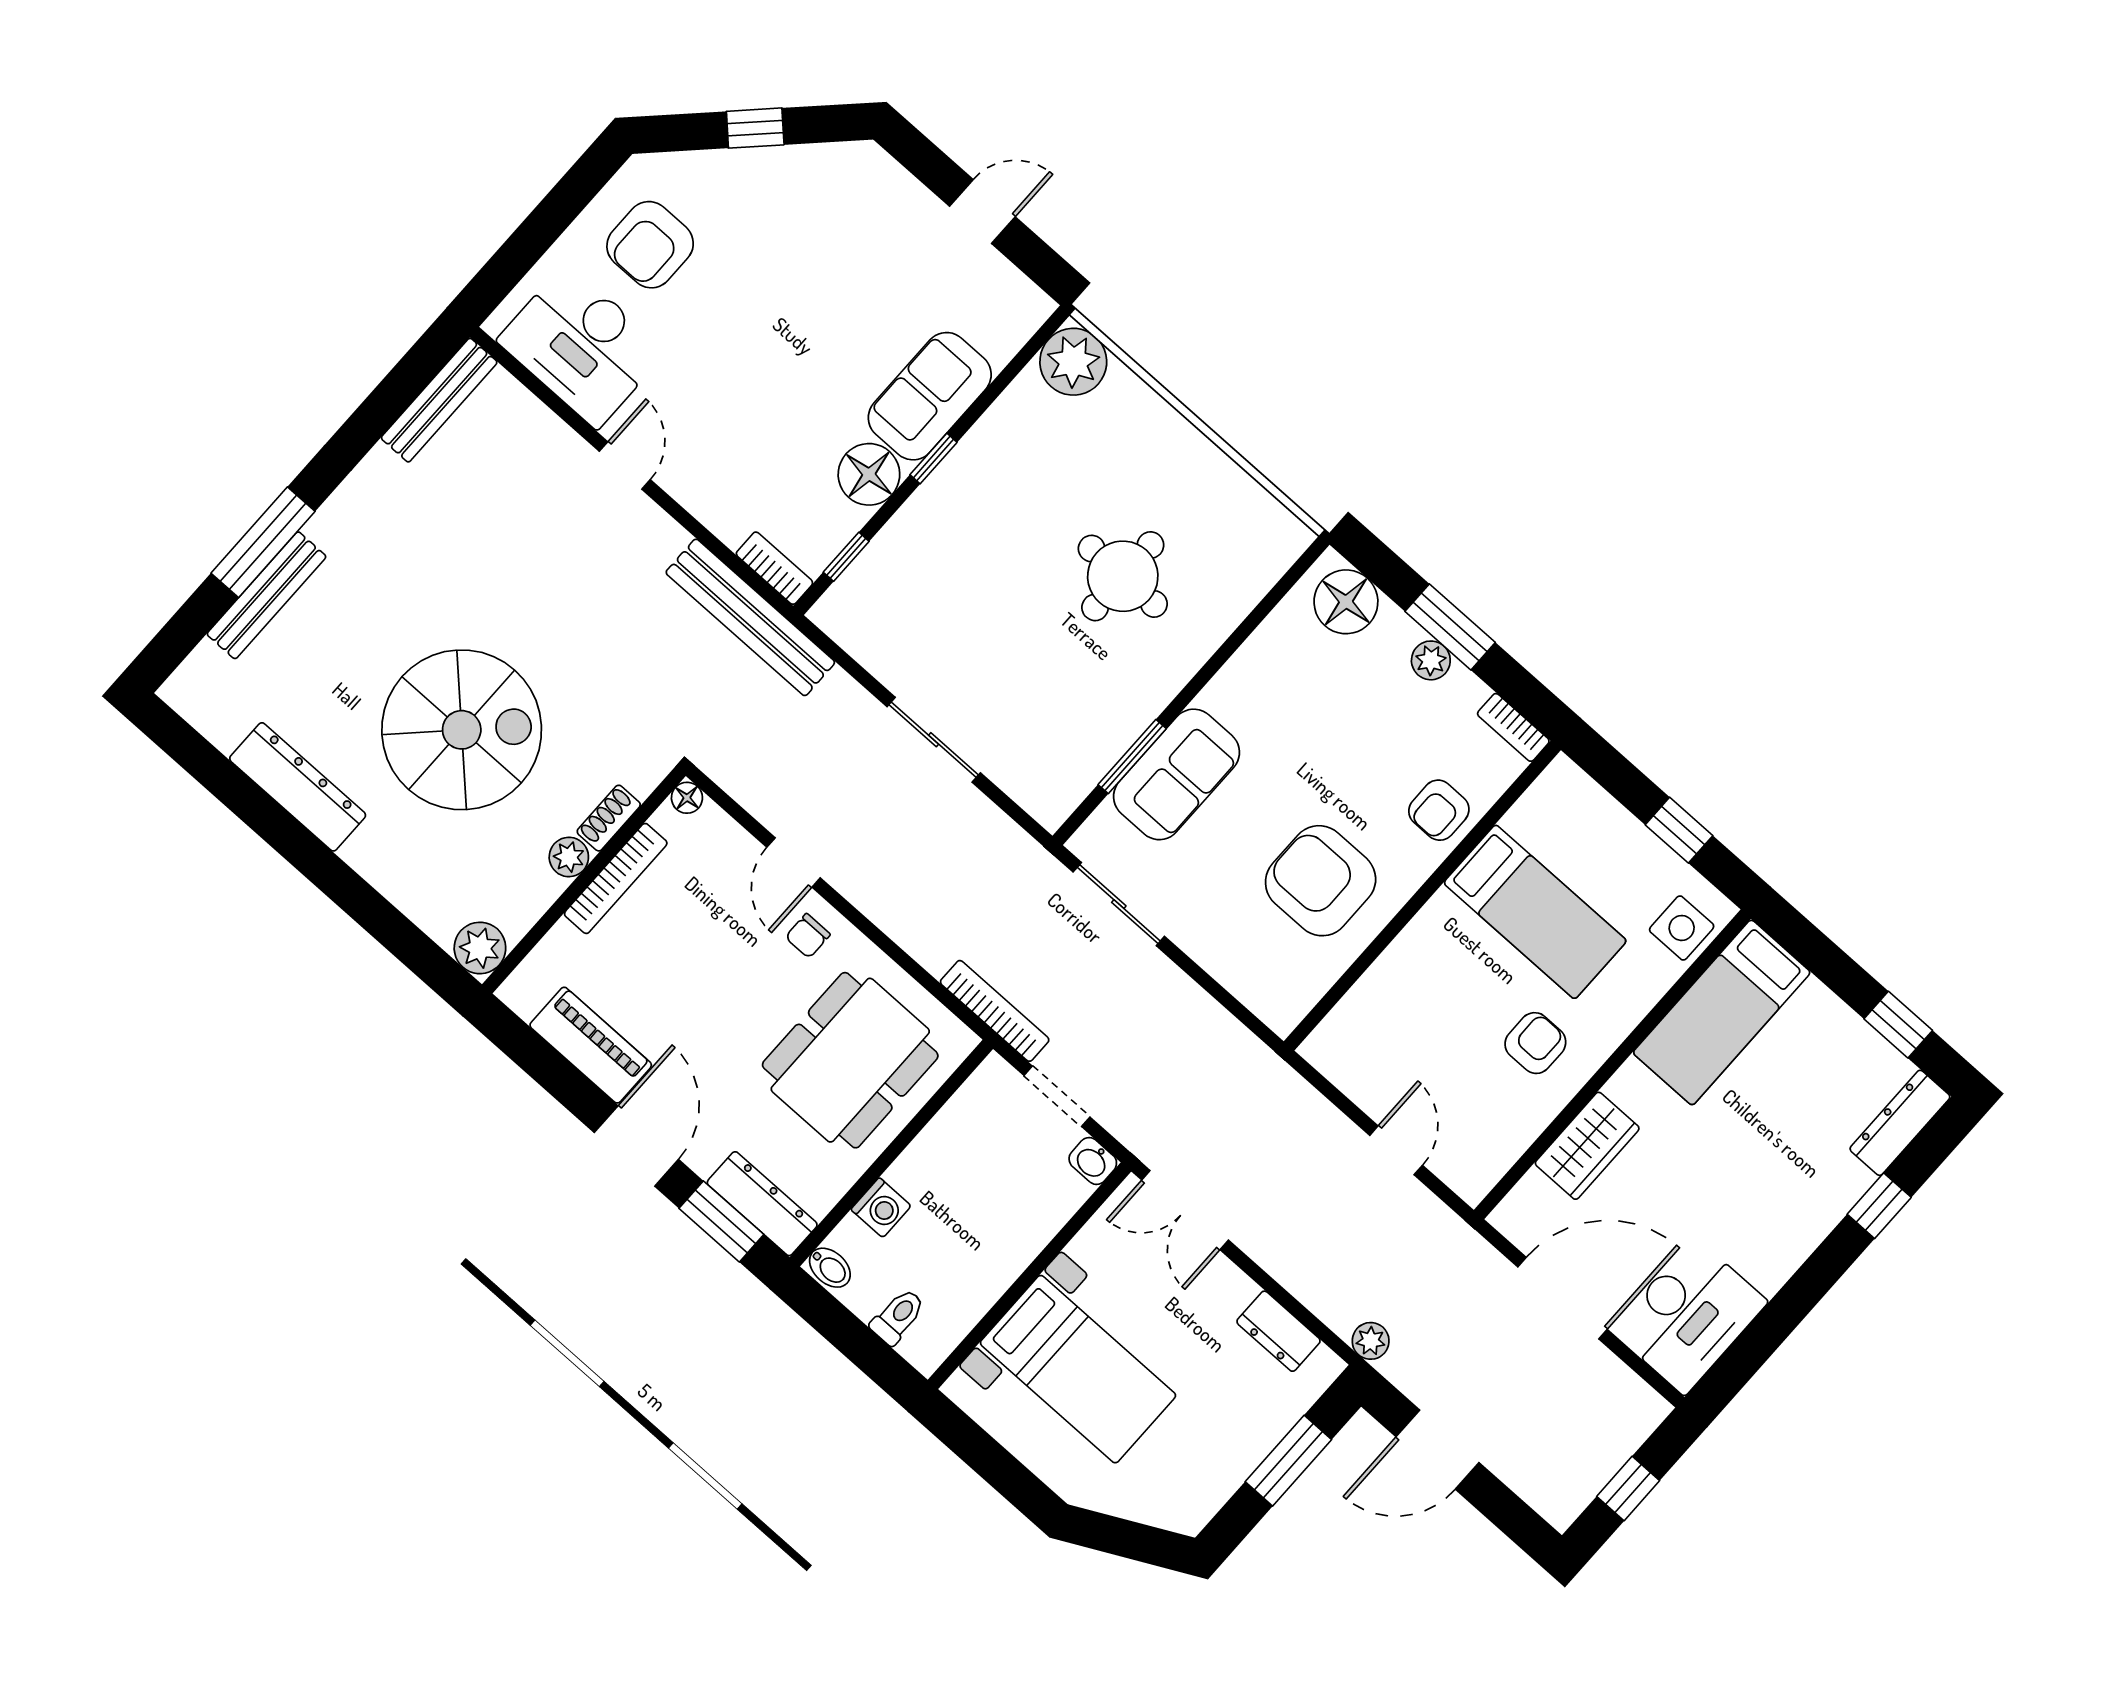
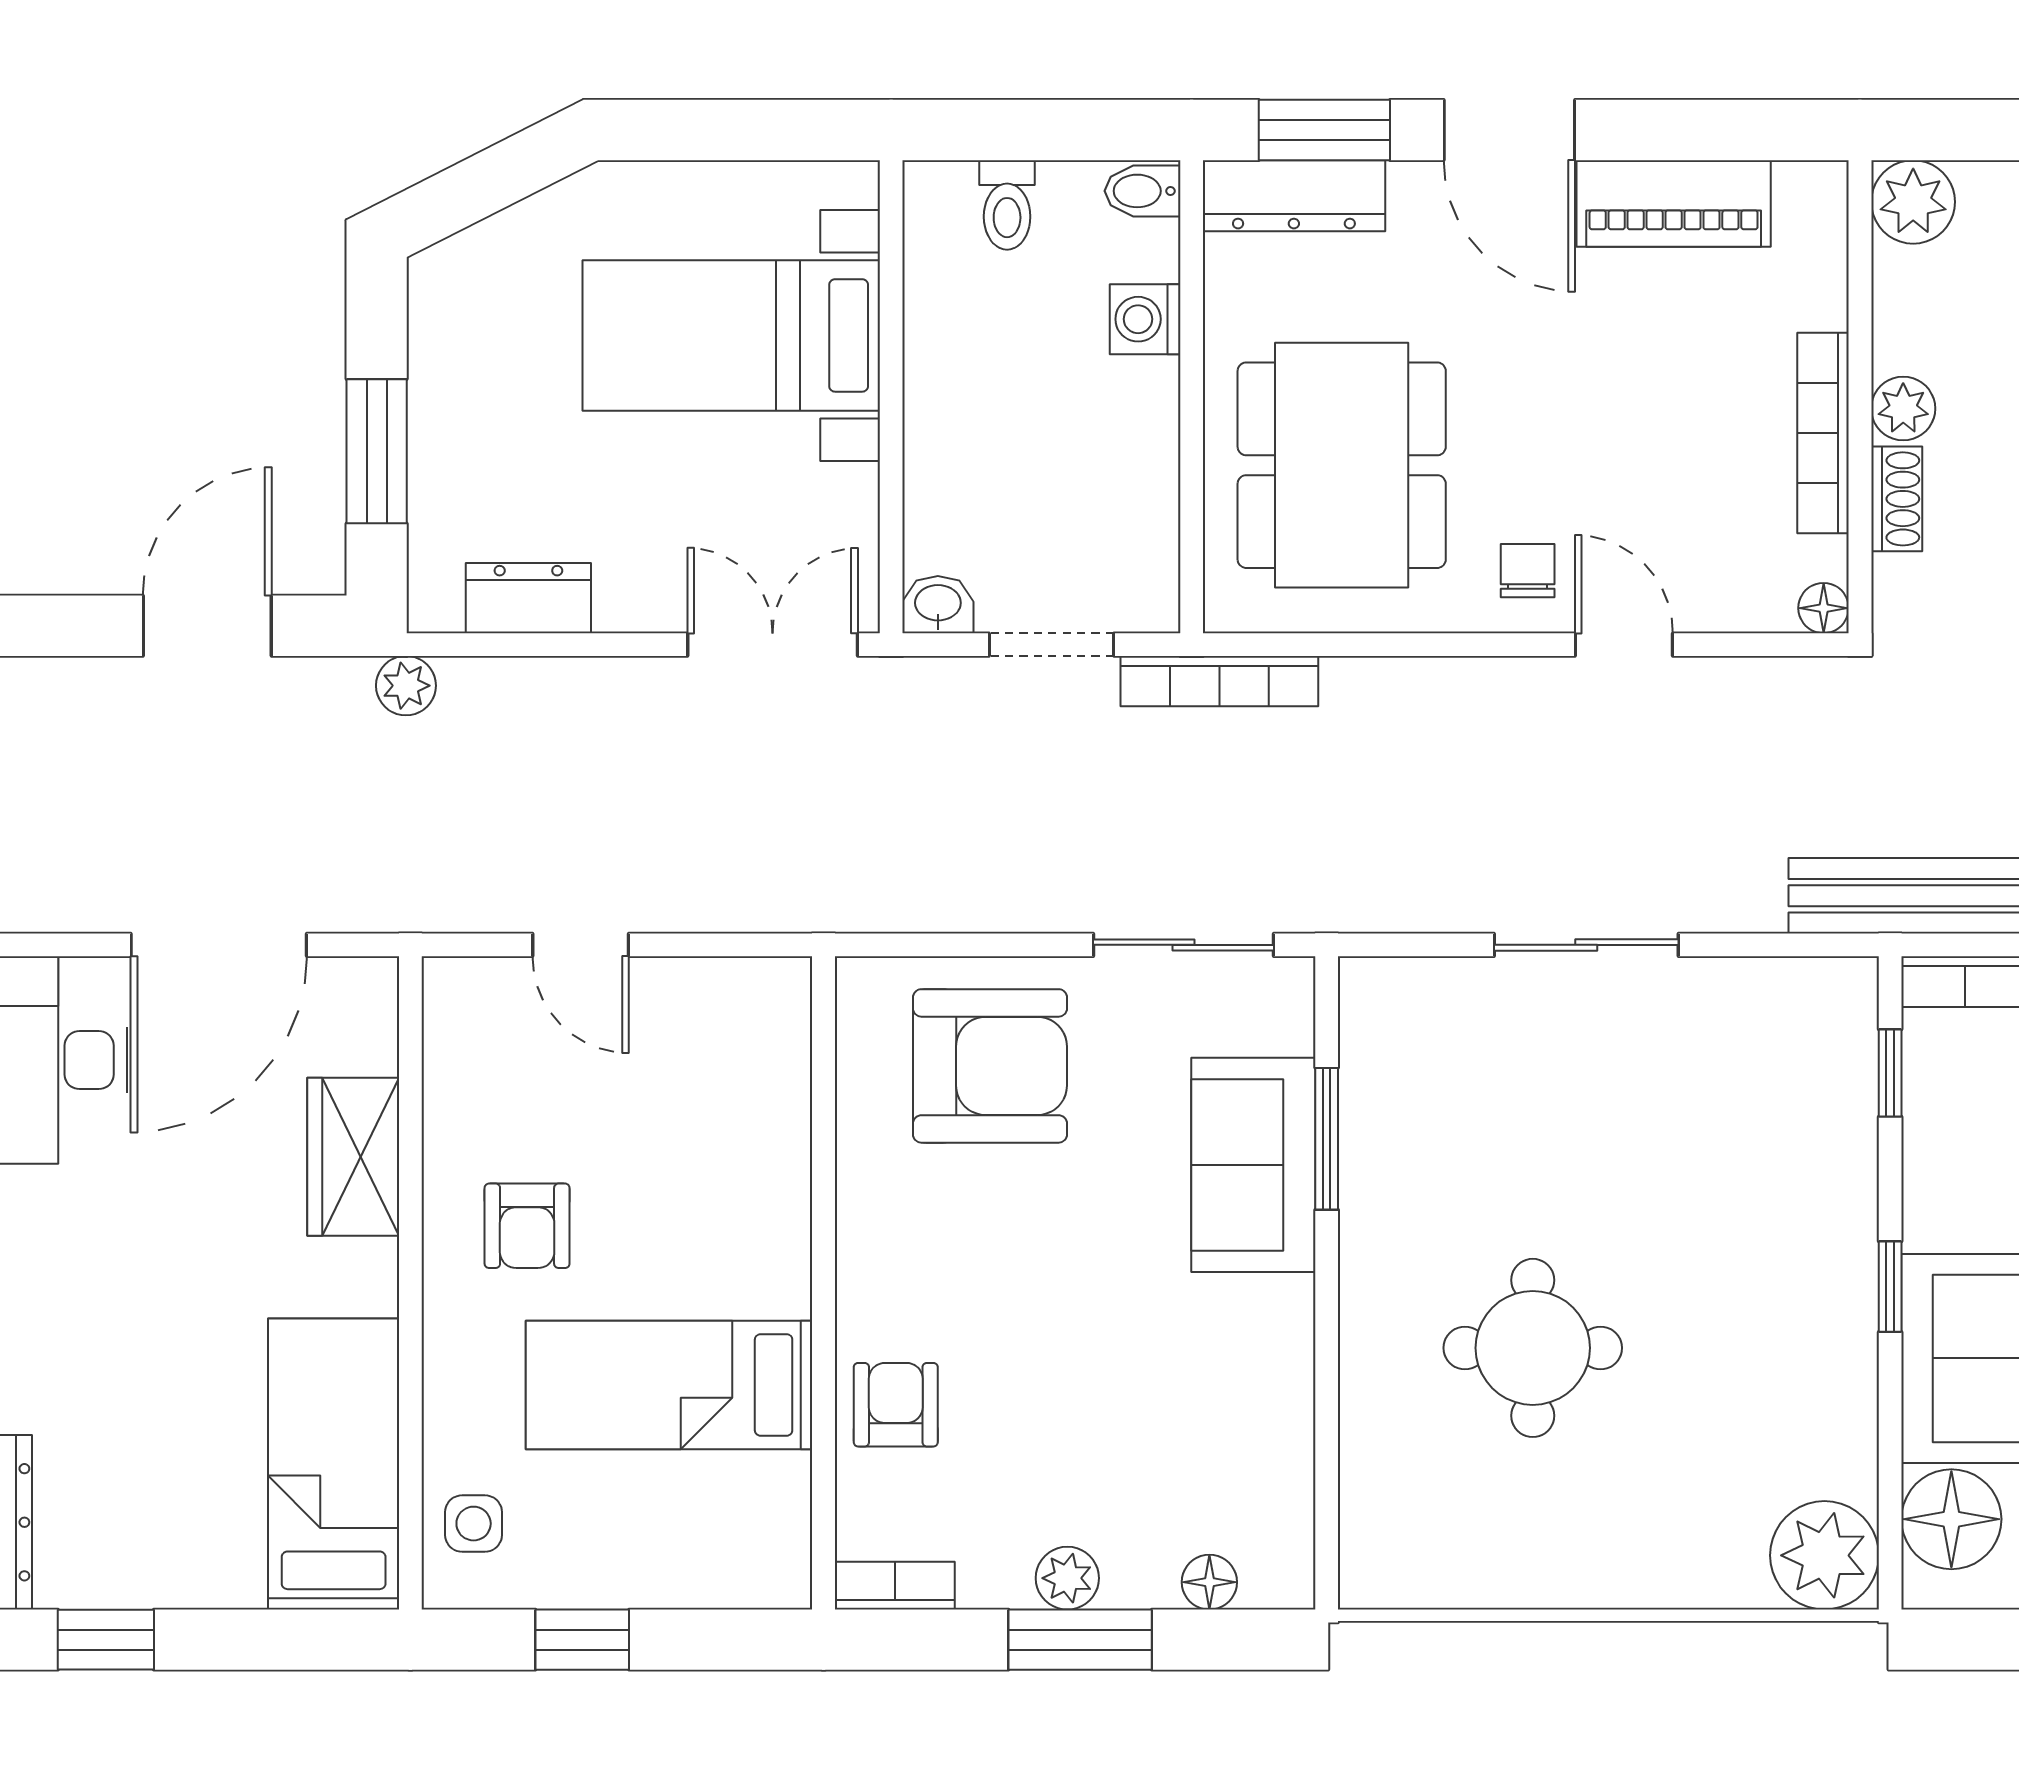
floor lamp: (869, 474) -> (1951, 1519), moved
floor lamp: (1346, 602) -> (1209, 1582), width x0.53, depth x0.53
armchair: (1321, 881) -> (990, 1066), moved
side table: (1682, 928) -> (474, 1524), width x0.73, depth x0.73

